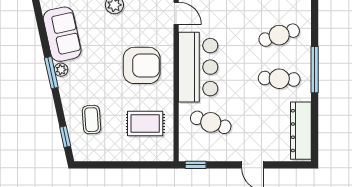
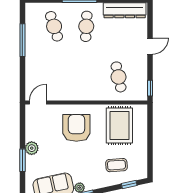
bar counter: (198, 67) -> (78, 86), removed
cafe table: (211, 122) -> (119, 77), turned -30
rug: (145, 124) -> (119, 125), width x1.36, depth x1.43

